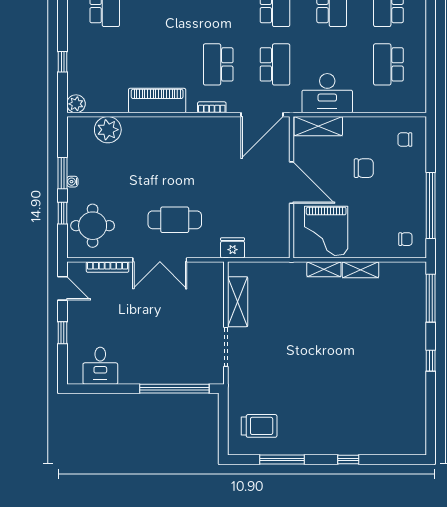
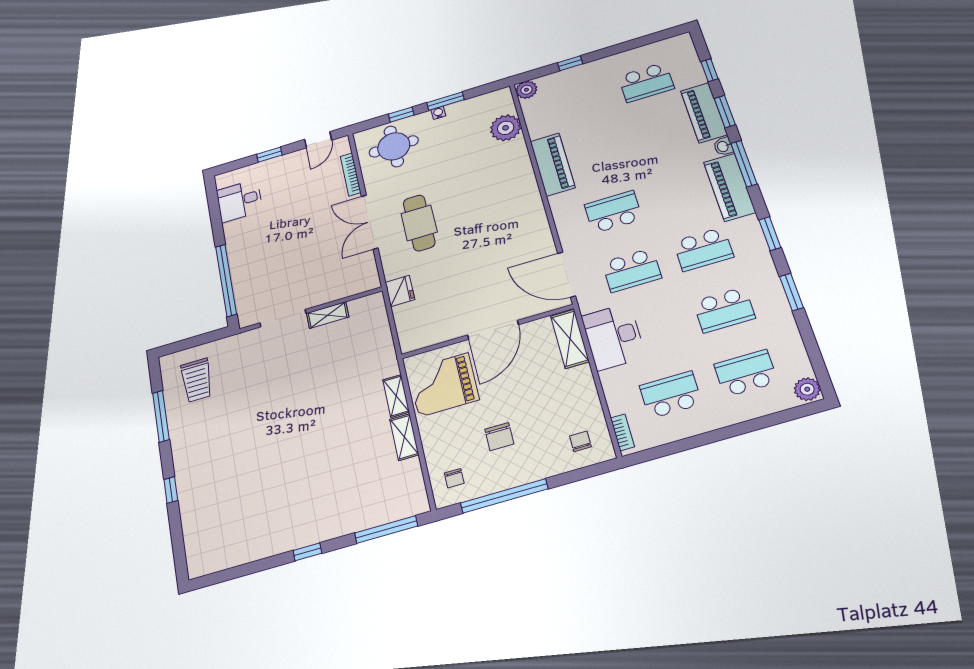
bookcase: (212, 107) -> (622, 432), moved
chair: (364, 168) -> (499, 437), moved
shelving: (238, 302) -> (328, 315), width x0.67, depth x0.75

